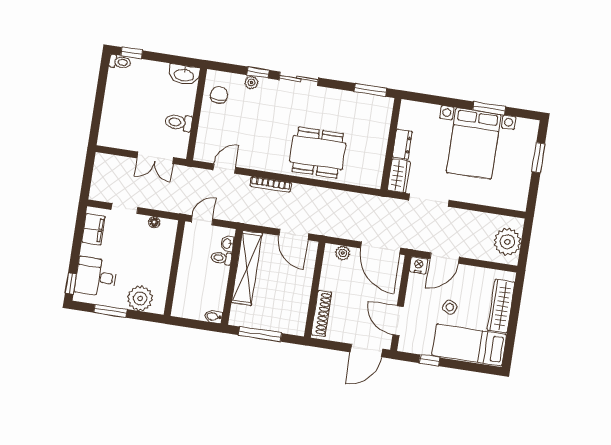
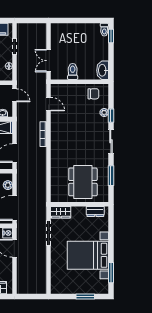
window: (370, 90) -> (111, 176), moved
window: (489, 108) -> (111, 273), moved
dresser: (402, 144) -> (95, 211), moved
dining table: (318, 153) -> (83, 182), moved
plant: (507, 242) -> (30, 285), removed

